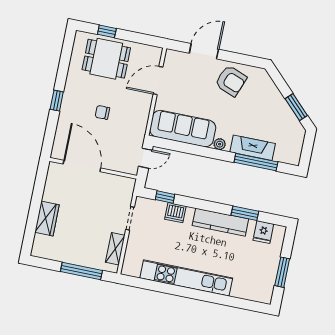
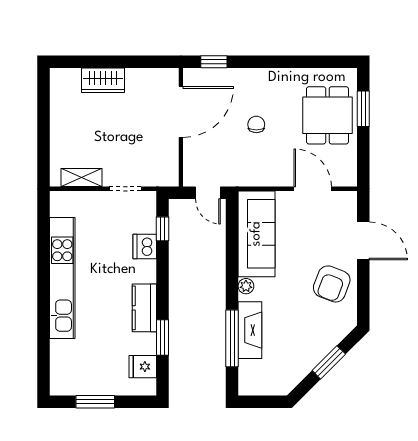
window: (107, 31) -> (363, 109), width x1.50
window: (57, 101) -> (214, 62), moved
window: (296, 107) -> (329, 362), moved
kitchen counter: (220, 222) -> (144, 308), width x0.67
window: (81, 271) -> (44, 139), removed

